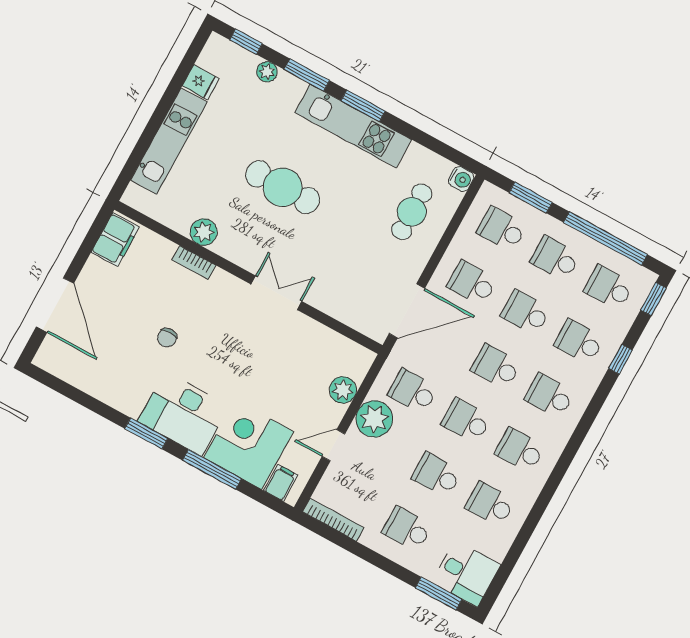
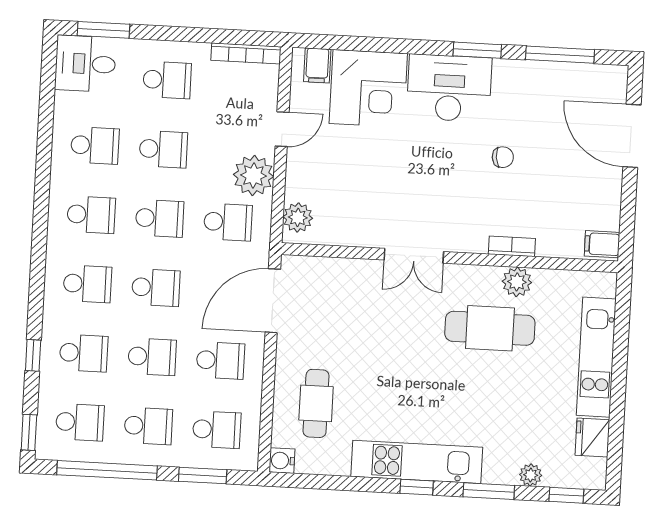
fridge: (201, 82) -> (592, 437), width x1.38
window: (363, 106) -> (417, 487), width x0.67
cafe table: (283, 187) -> (490, 328), moved
filing cabinet: (115, 240) -> (602, 244), width x0.50
chair: (167, 338) -> (503, 157), turned 84
plant: (343, 390) -> (298, 217), moved
window: (212, 469) -> (560, 55), moved

